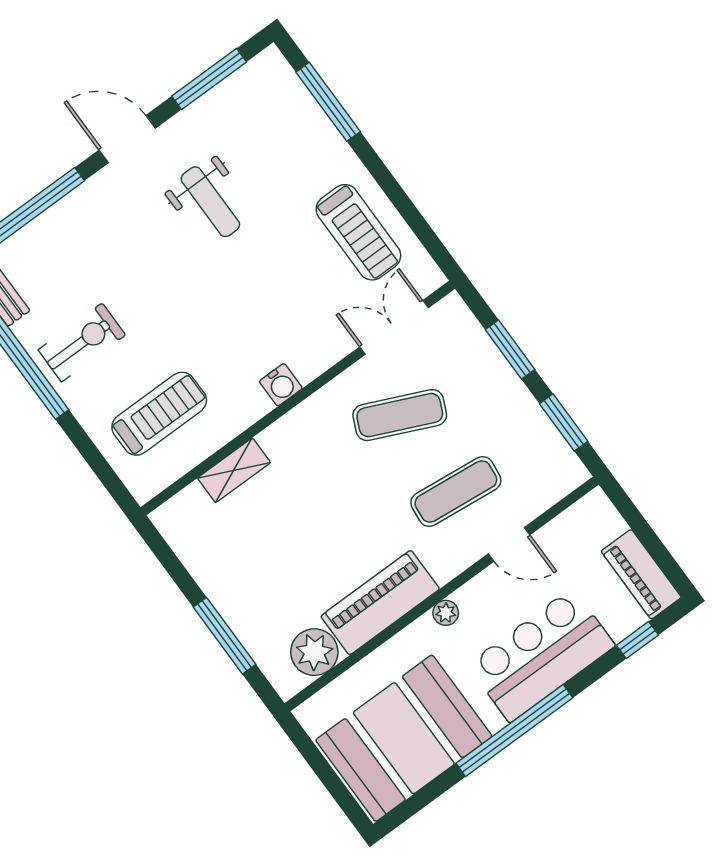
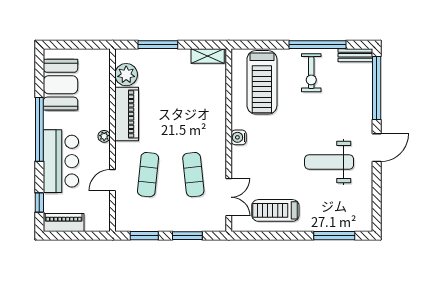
window: (209, 79) -> (377, 196), removed
weight bench: (210, 202) -> (329, 162), width x1.36, depth x1.33
treadmill: (159, 414) -> (262, 82), width x1.37, depth x1.37
exercise mat: (400, 415) -> (193, 175), turned -30
shelving: (234, 470) -> (208, 56), moved, turned 90
booth: (404, 738) -> (60, 85), width x0.73, depth x0.70

